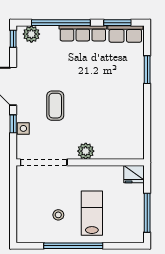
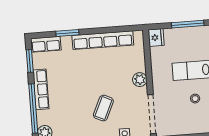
row of seats: (125, 34) -> (46, 44), moved, turned 90
coffee table: (55, 106) -> (103, 108), turned -65
row of seats: (136, 111) -> (103, 40), added

